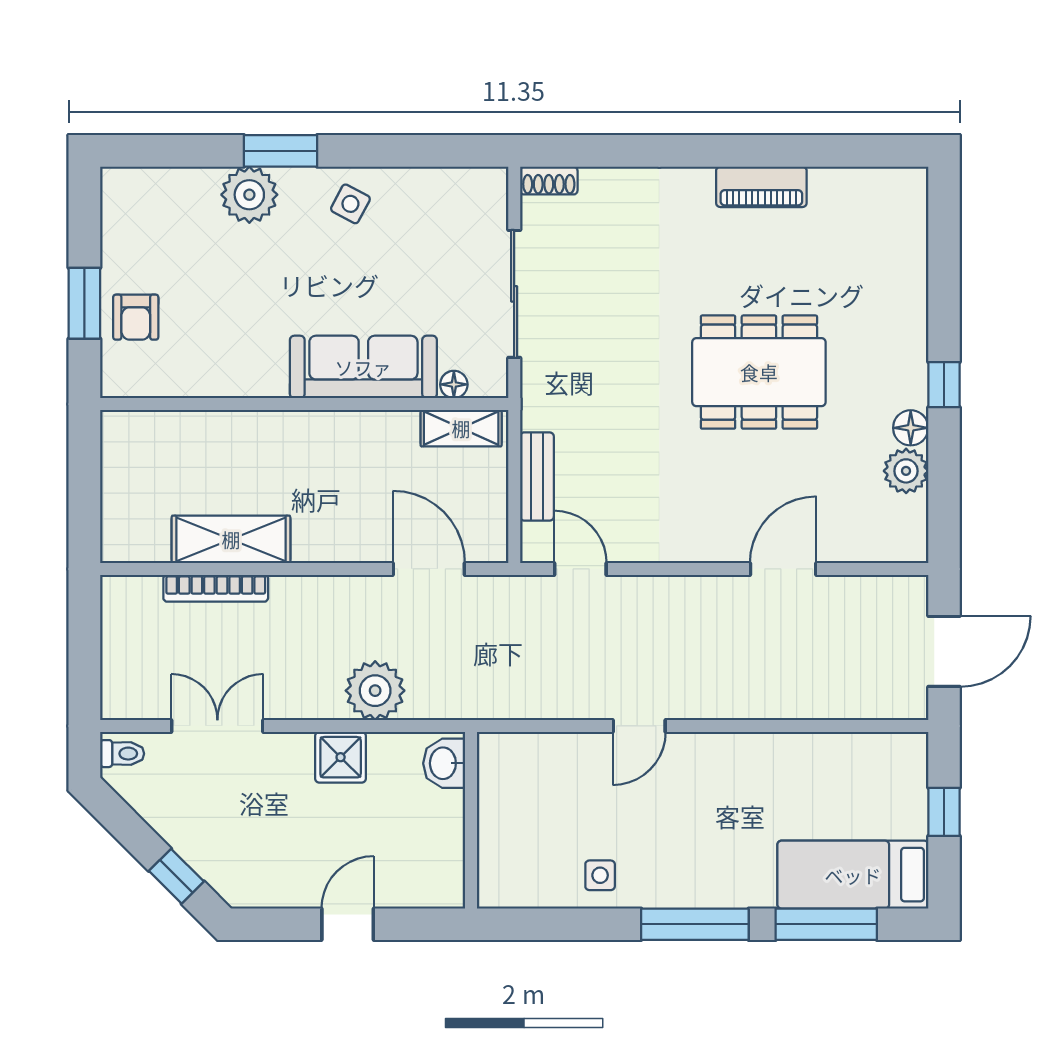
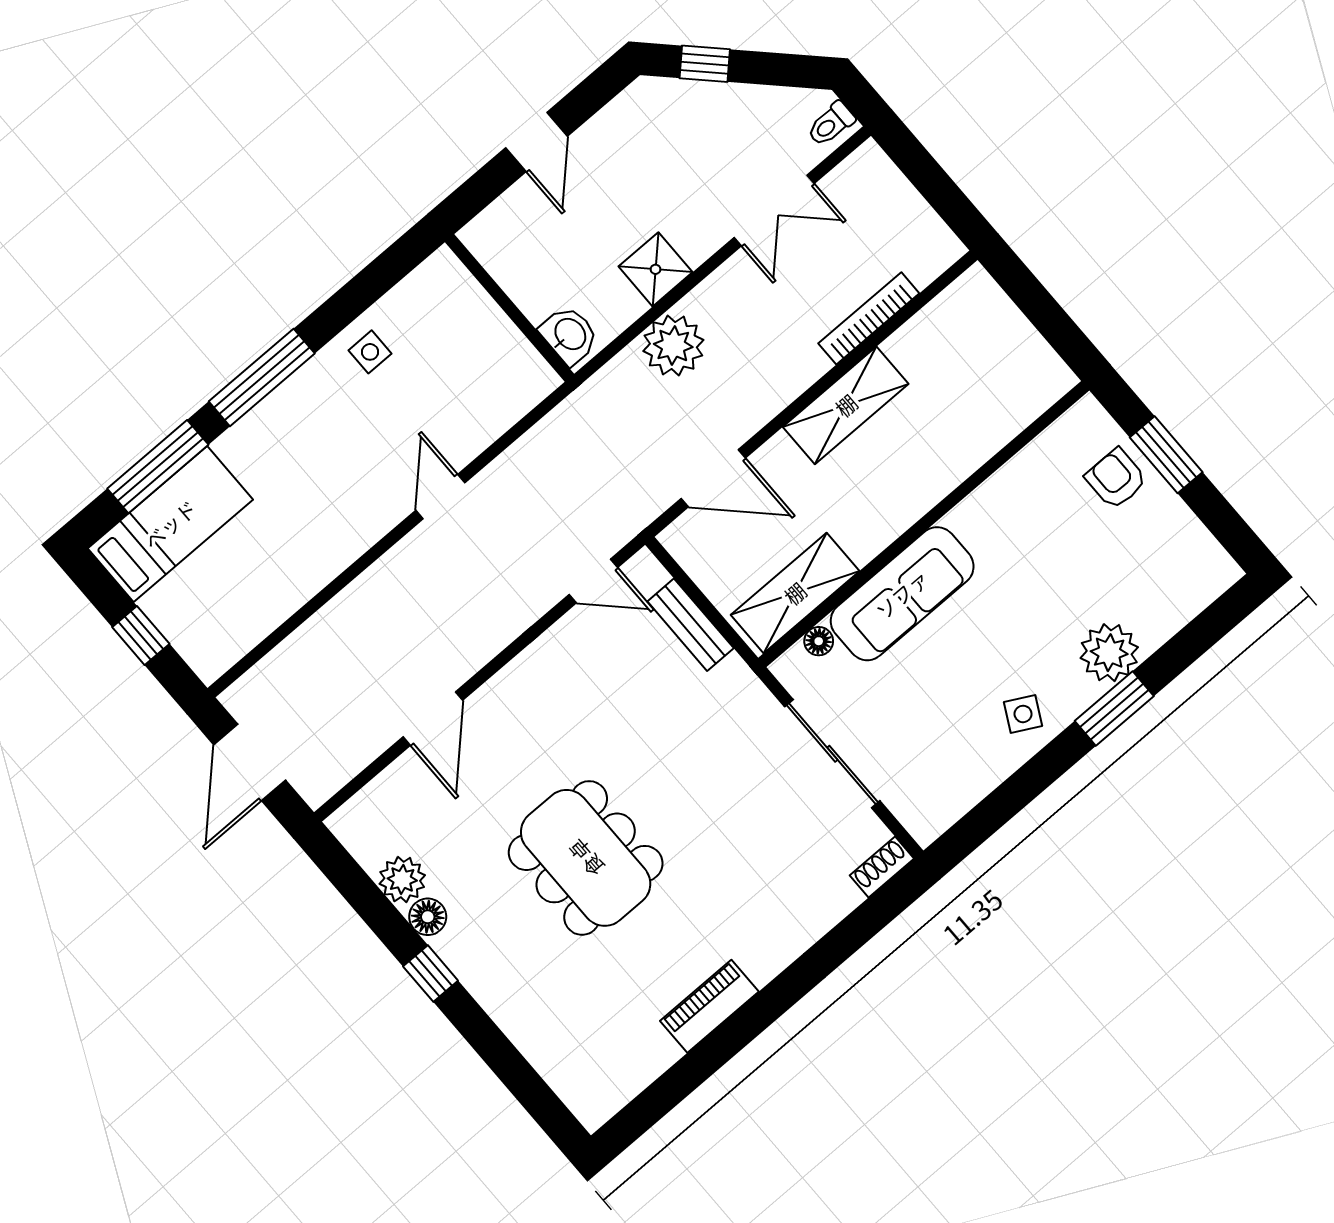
dining table: (759, 372) -> (586, 858), turned 90
shelving: (461, 428) -> (795, 593), width x1.50, depth x1.33
shelving: (231, 539) -> (846, 405), moved

